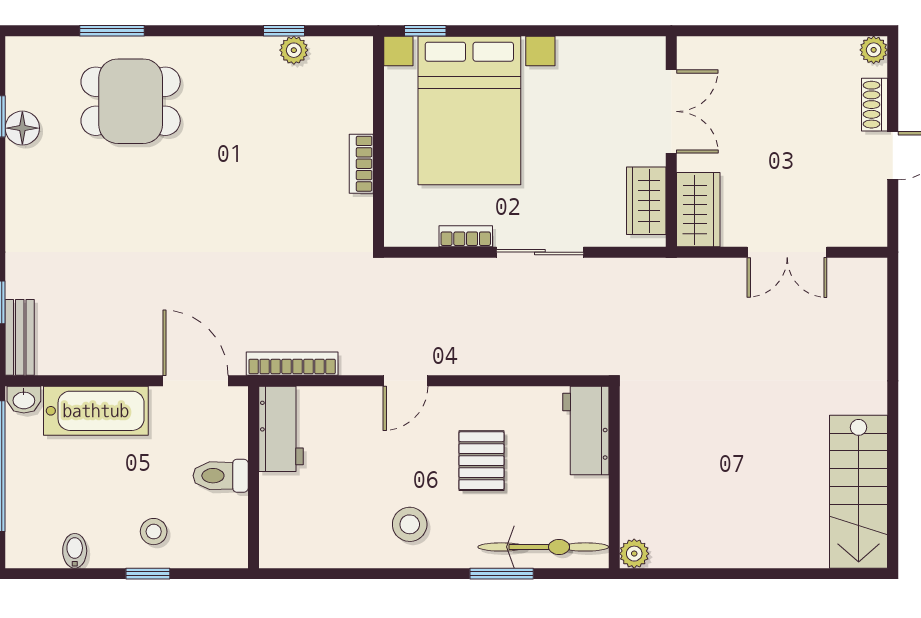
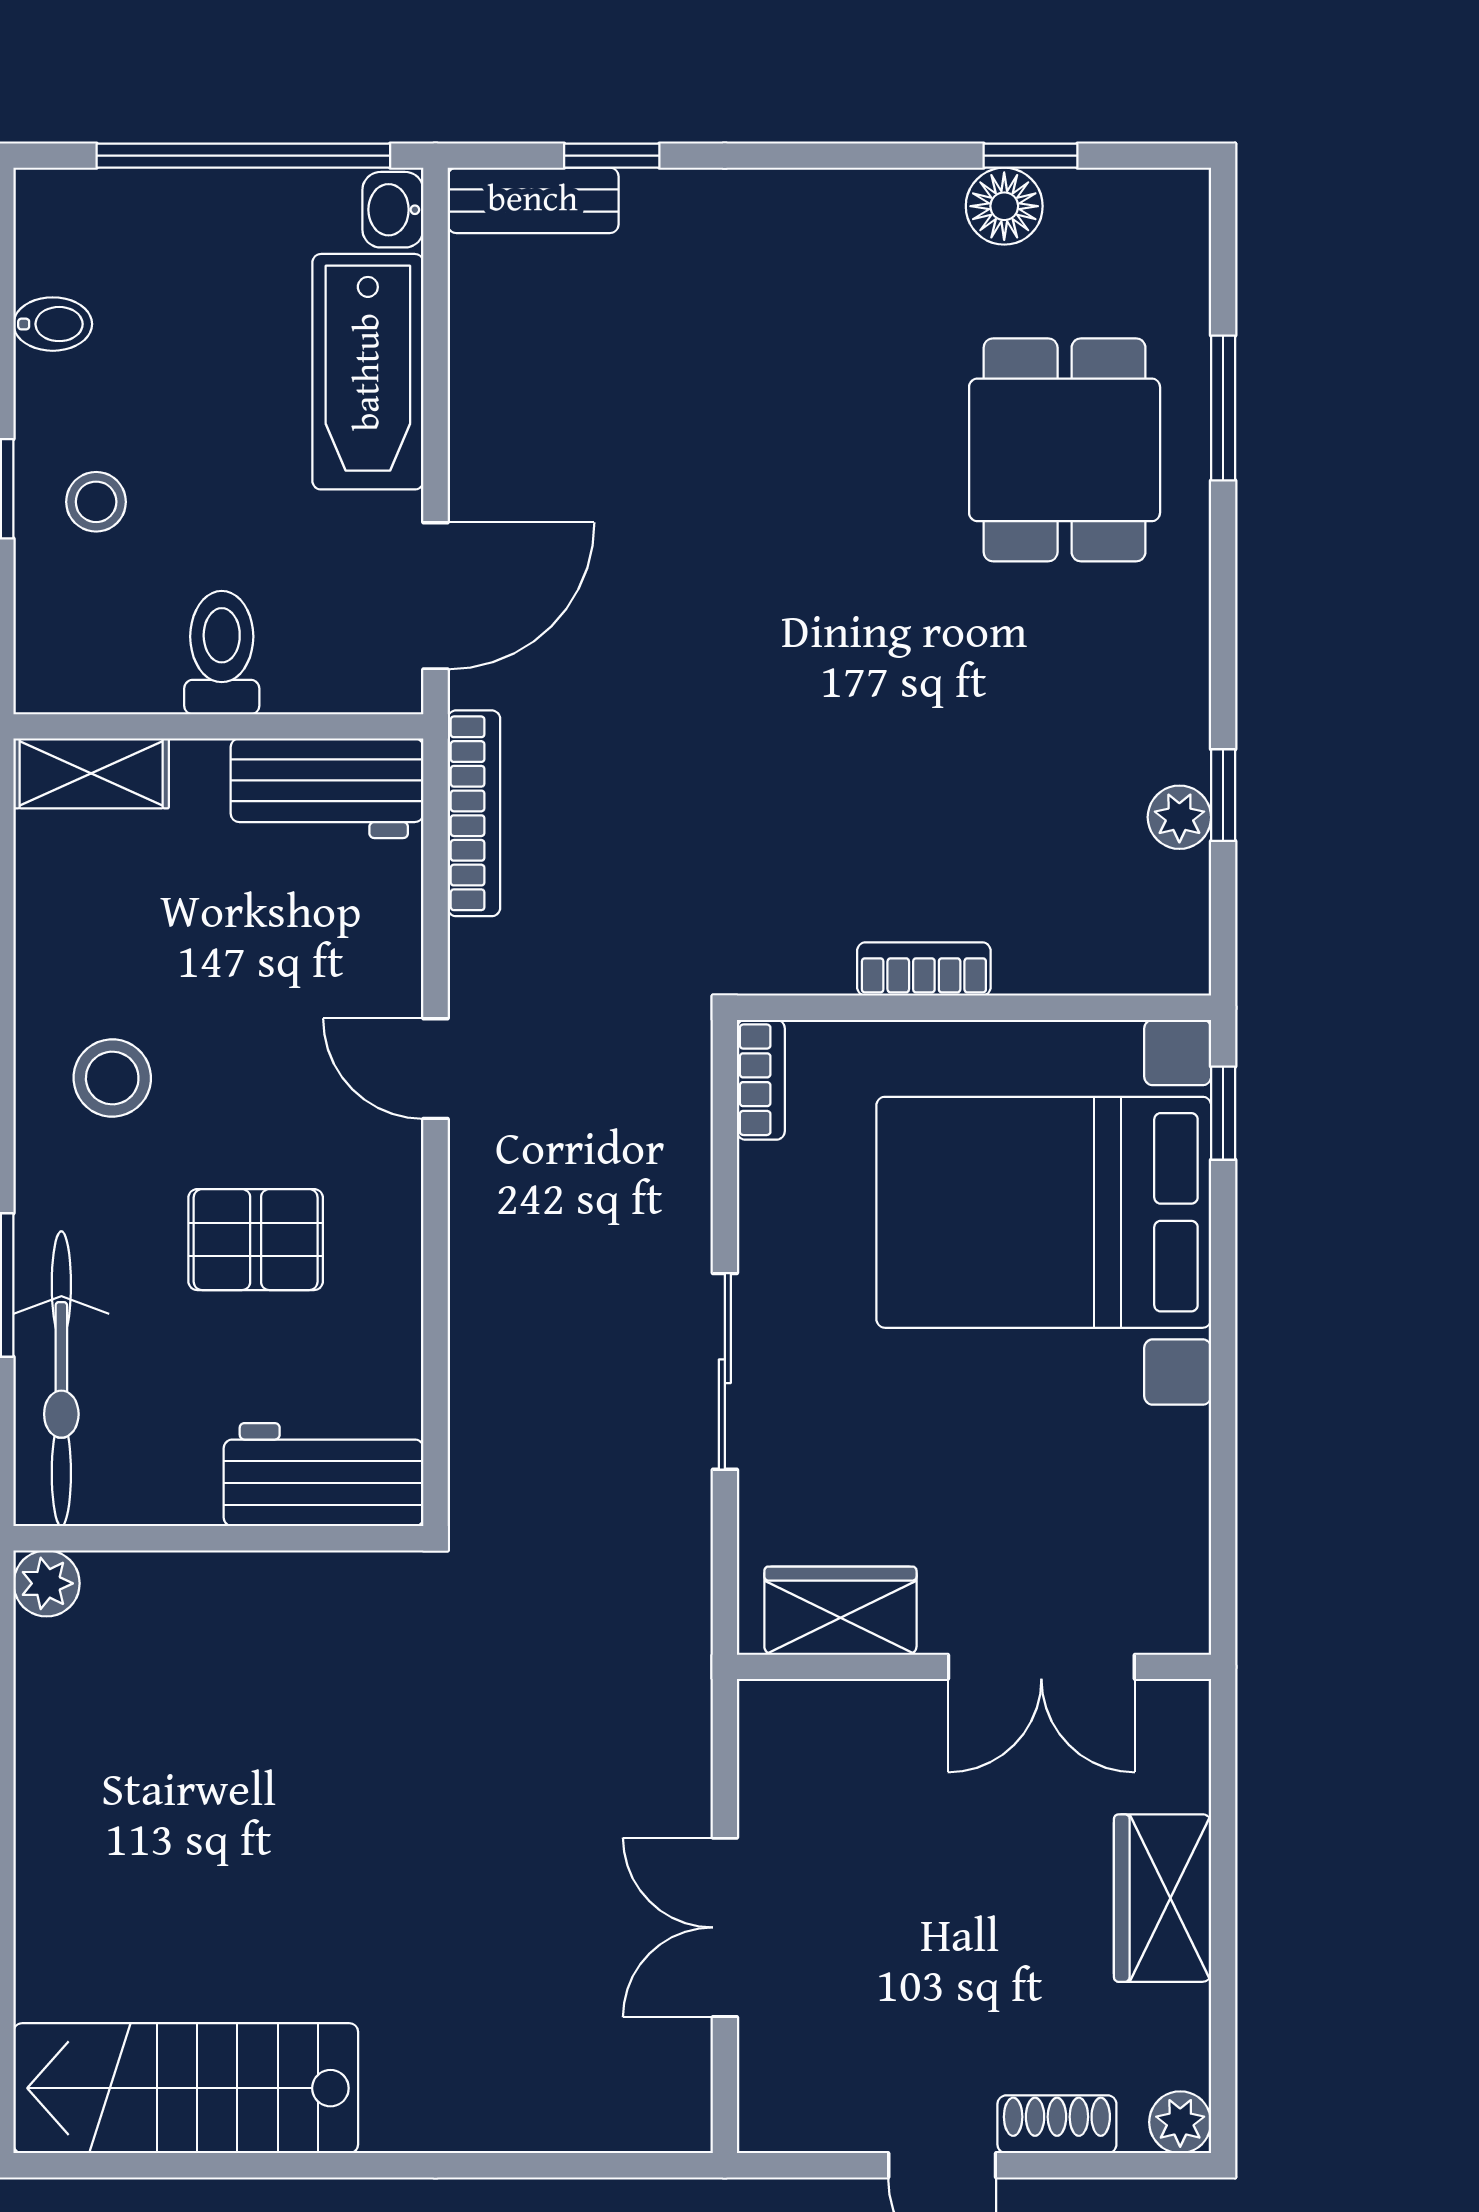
wardrobe: (698, 210) -> (1163, 1898), moved, turned 90
bookcase: (466, 236) -> (761, 1080), moved
shelving: (274, 534) -> (91, 773), added

